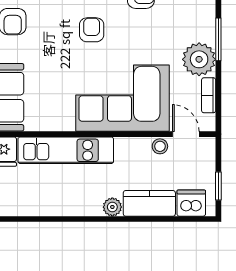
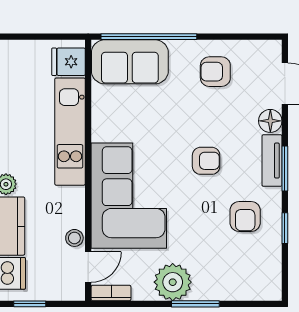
bookcase: (209, 95) -> (111, 293), moved

